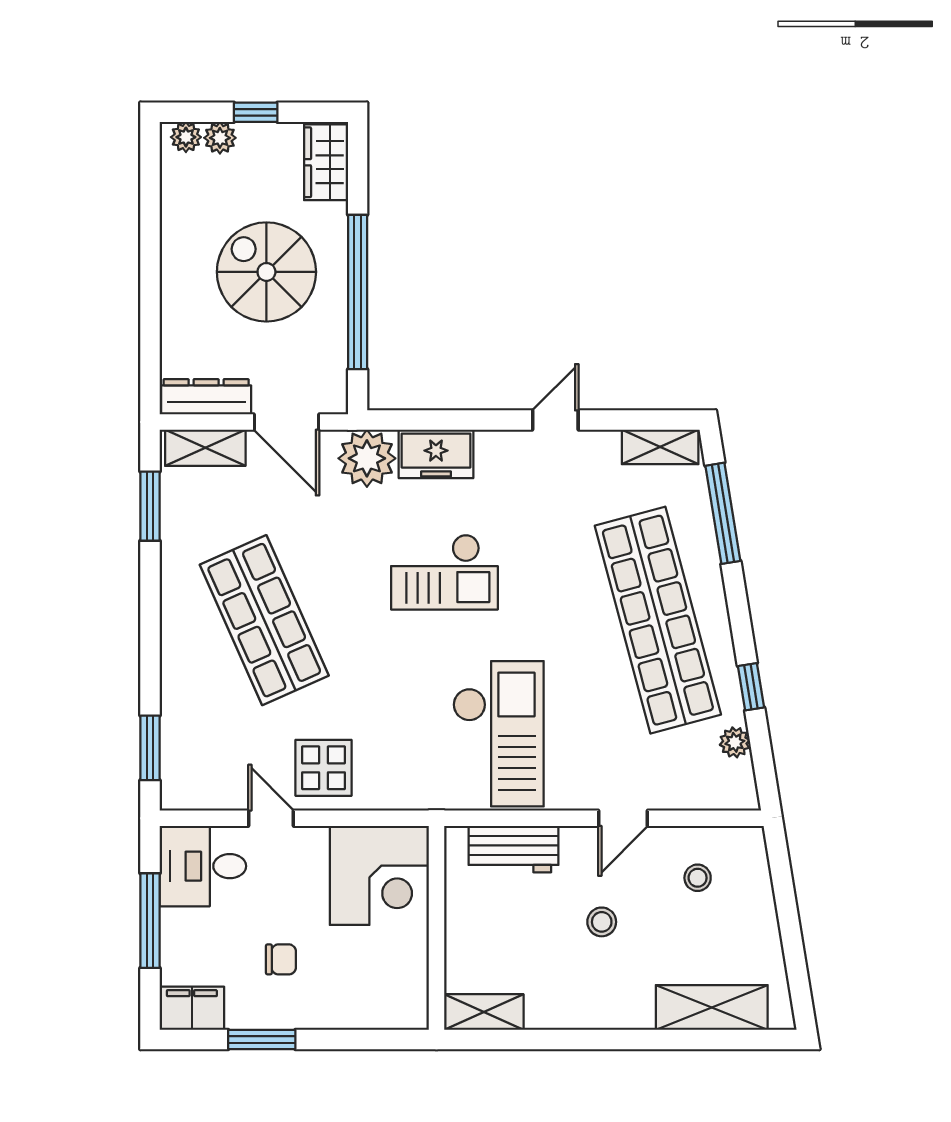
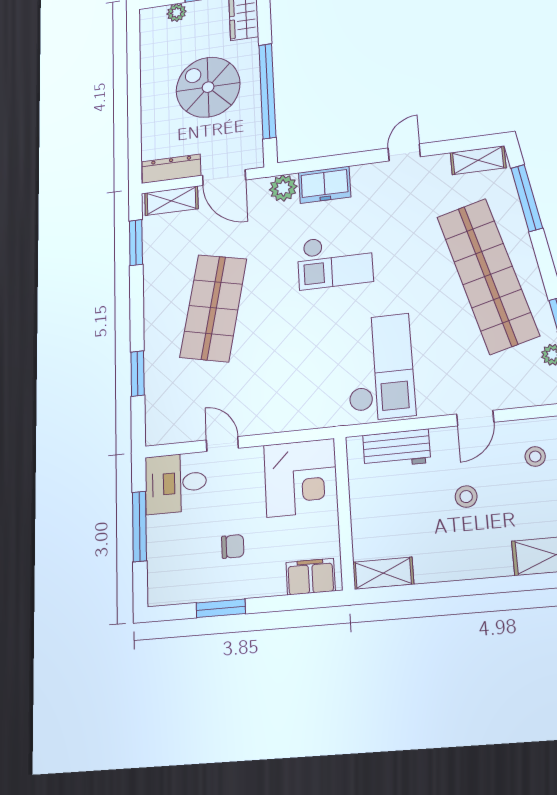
plant: (186, 137) -> (155, 15), removed
plant: (367, 458) -> (283, 188), width x0.73, depth x0.73
shop shelf: (264, 620) -> (213, 308), turned 36
window: (150, 748) -> (138, 374), moved
display table: (324, 768) -> (258, 405), removed
filing cabinet: (192, 1008) -> (311, 577), moved

